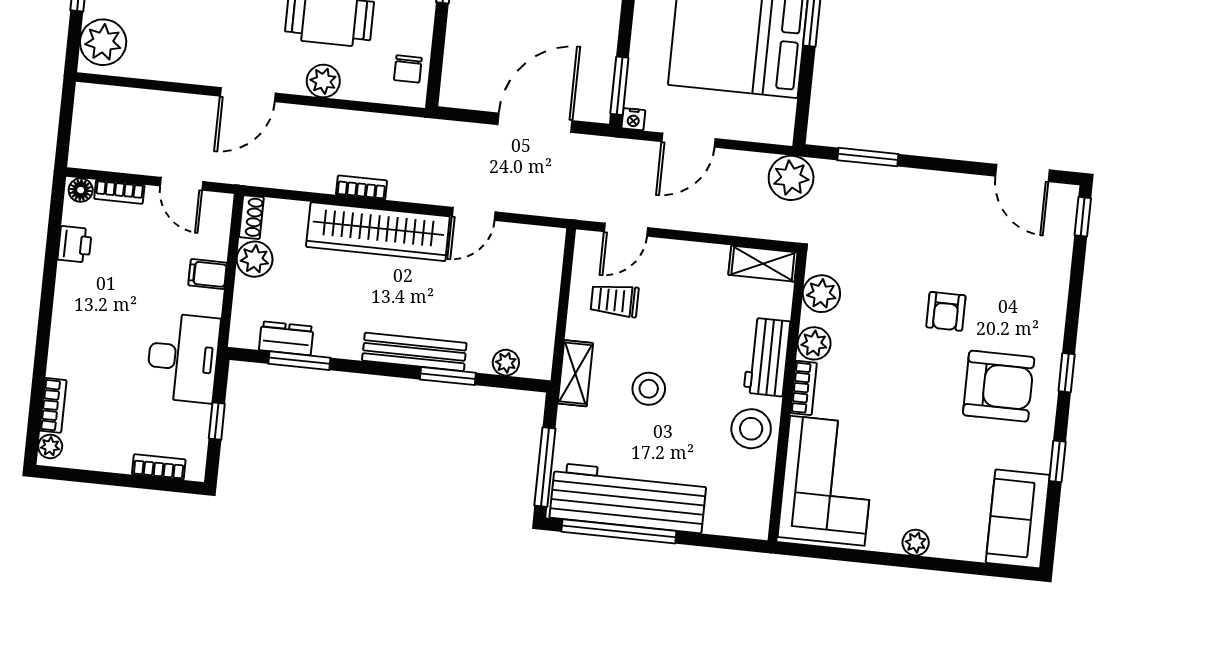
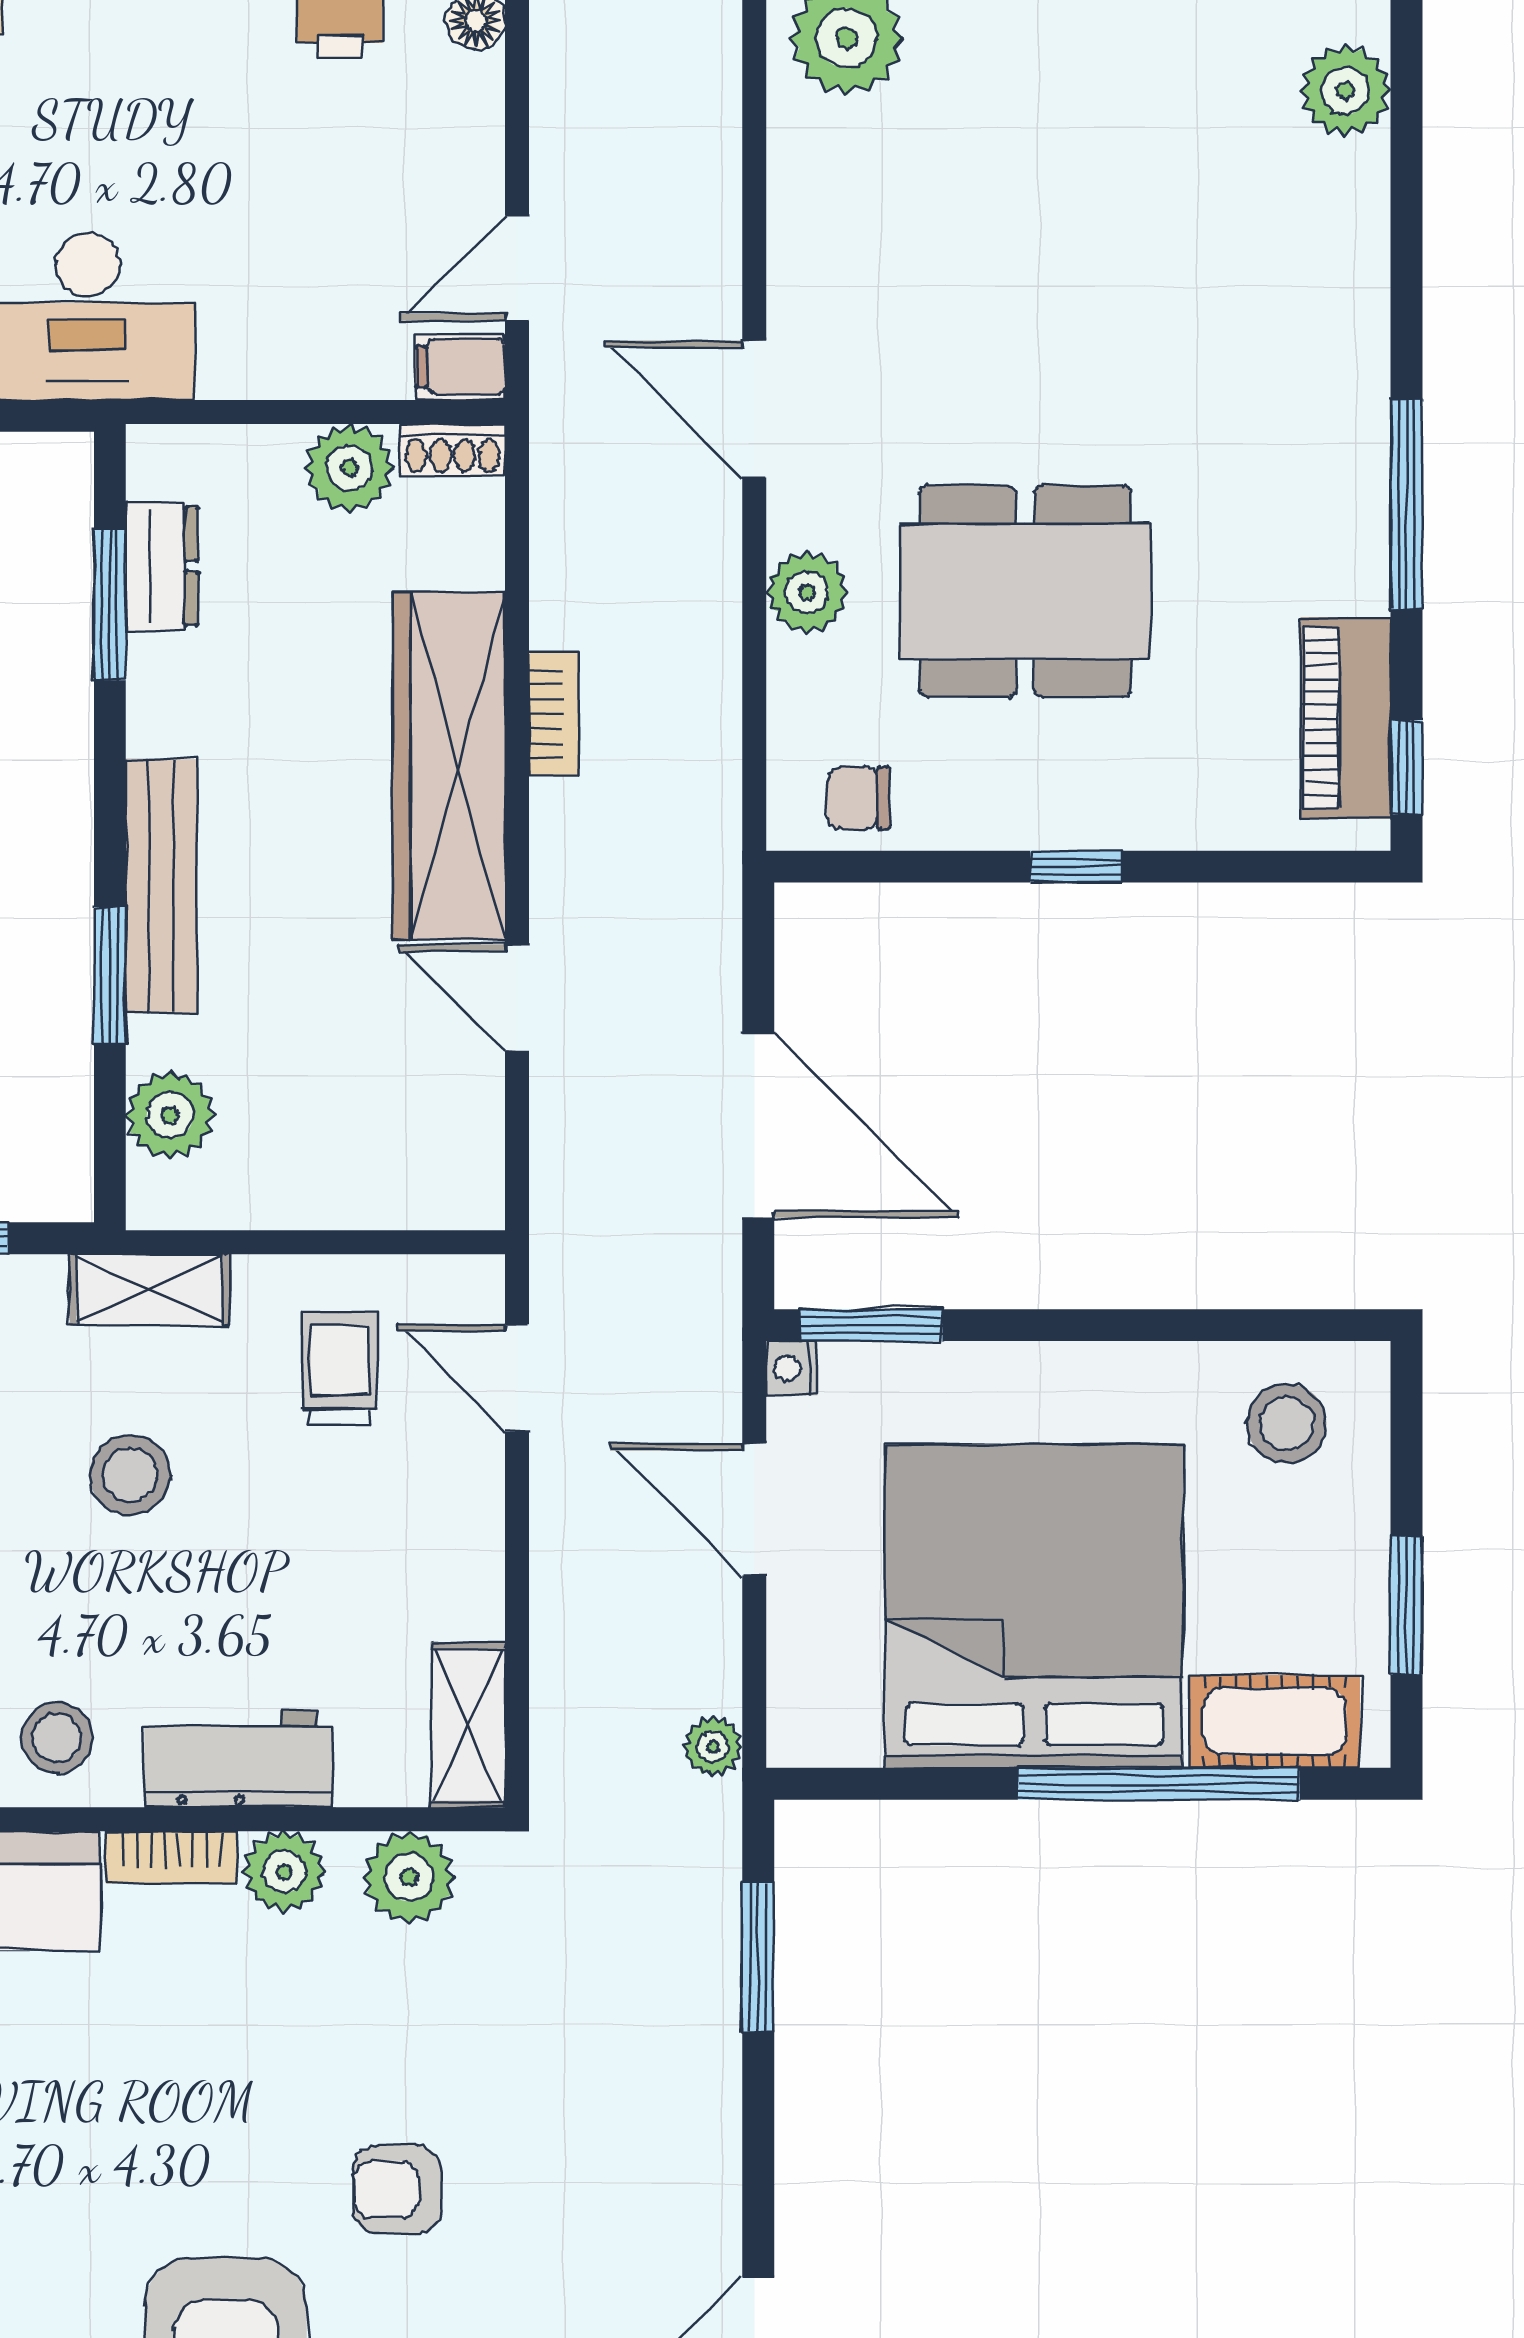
plant: (791, 178) -> (713, 1747), width x0.53, depth x0.53
bookcase: (119, 192) -> (481, 117), removed
filing cabinet: (208, 274) -> (461, 367), moved, turned -90
plant: (506, 363) -> (170, 1115), width x1.38, depth x1.38
stool: (751, 429) -> (57, 1738), width x0.73, depth x0.73

